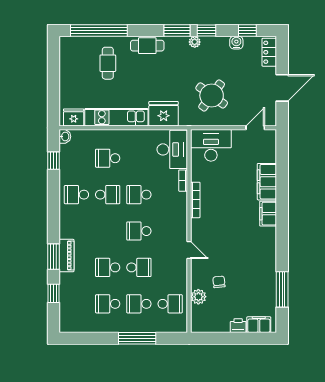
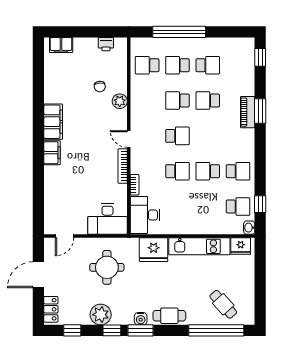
plant: (195, 42) -> (101, 315), moved, width x1.87, depth x1.87
water cooler: (236, 43) -> (141, 319), moved
cafe table: (108, 63) -> (223, 304), moved, turned -42
round table: (212, 95) -> (107, 267), turned -36
school desk: (108, 158) -> (238, 207), moved
filing cabinet: (267, 182) -> (53, 122), moved
door: (189, 250) -> (129, 139), moved
school desk: (108, 267) -> (208, 101), turned 180
window: (282, 289) -> (38, 79), removed
window: (54, 293) -> (260, 57), moved
plant: (198, 297) -> (120, 101), moved
school desk: (139, 304) -> (177, 65), turned 180
printer: (238, 326) -> (106, 44), moved
window: (137, 338) -> (179, 32), width x1.46

